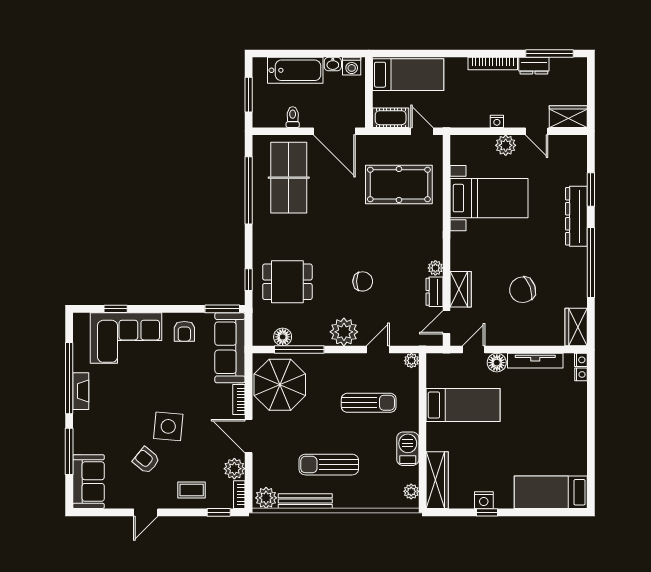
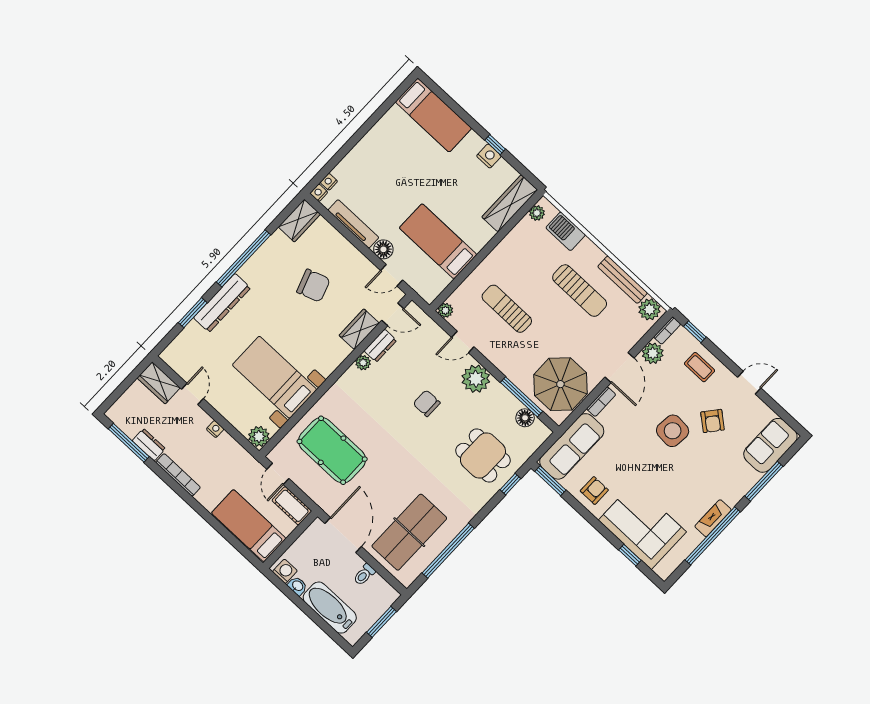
plant: (506, 145) -> (259, 436), moved
barbecue: (408, 449) -> (566, 231), moved, turned 90

